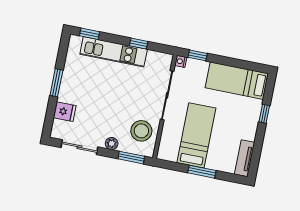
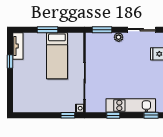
bed: (237, 81) -> (35, 102), removed
window: (264, 114) -> (10, 62), moved
stool: (141, 131) -> (98, 51), removed

